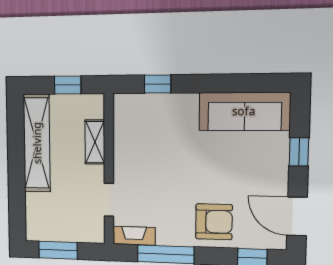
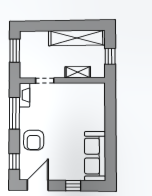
window: (158, 84) -> (110, 108), removed

